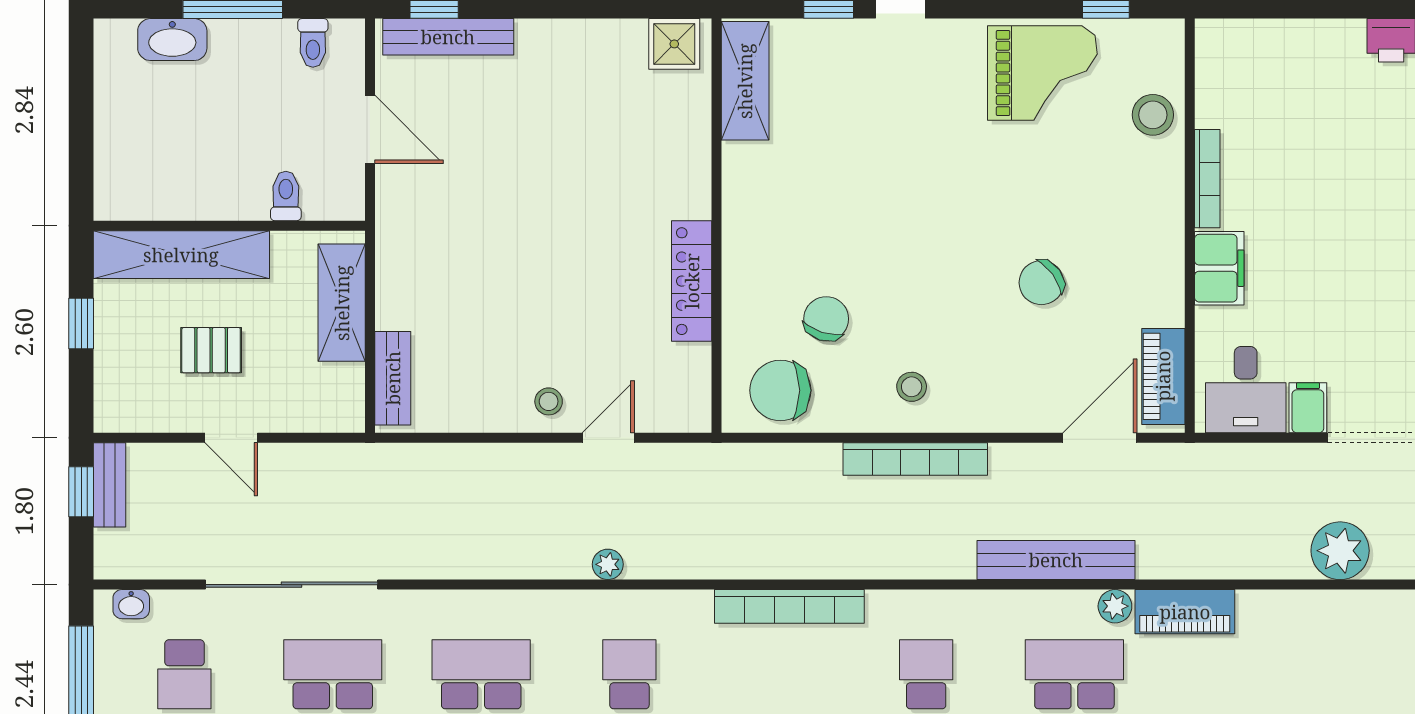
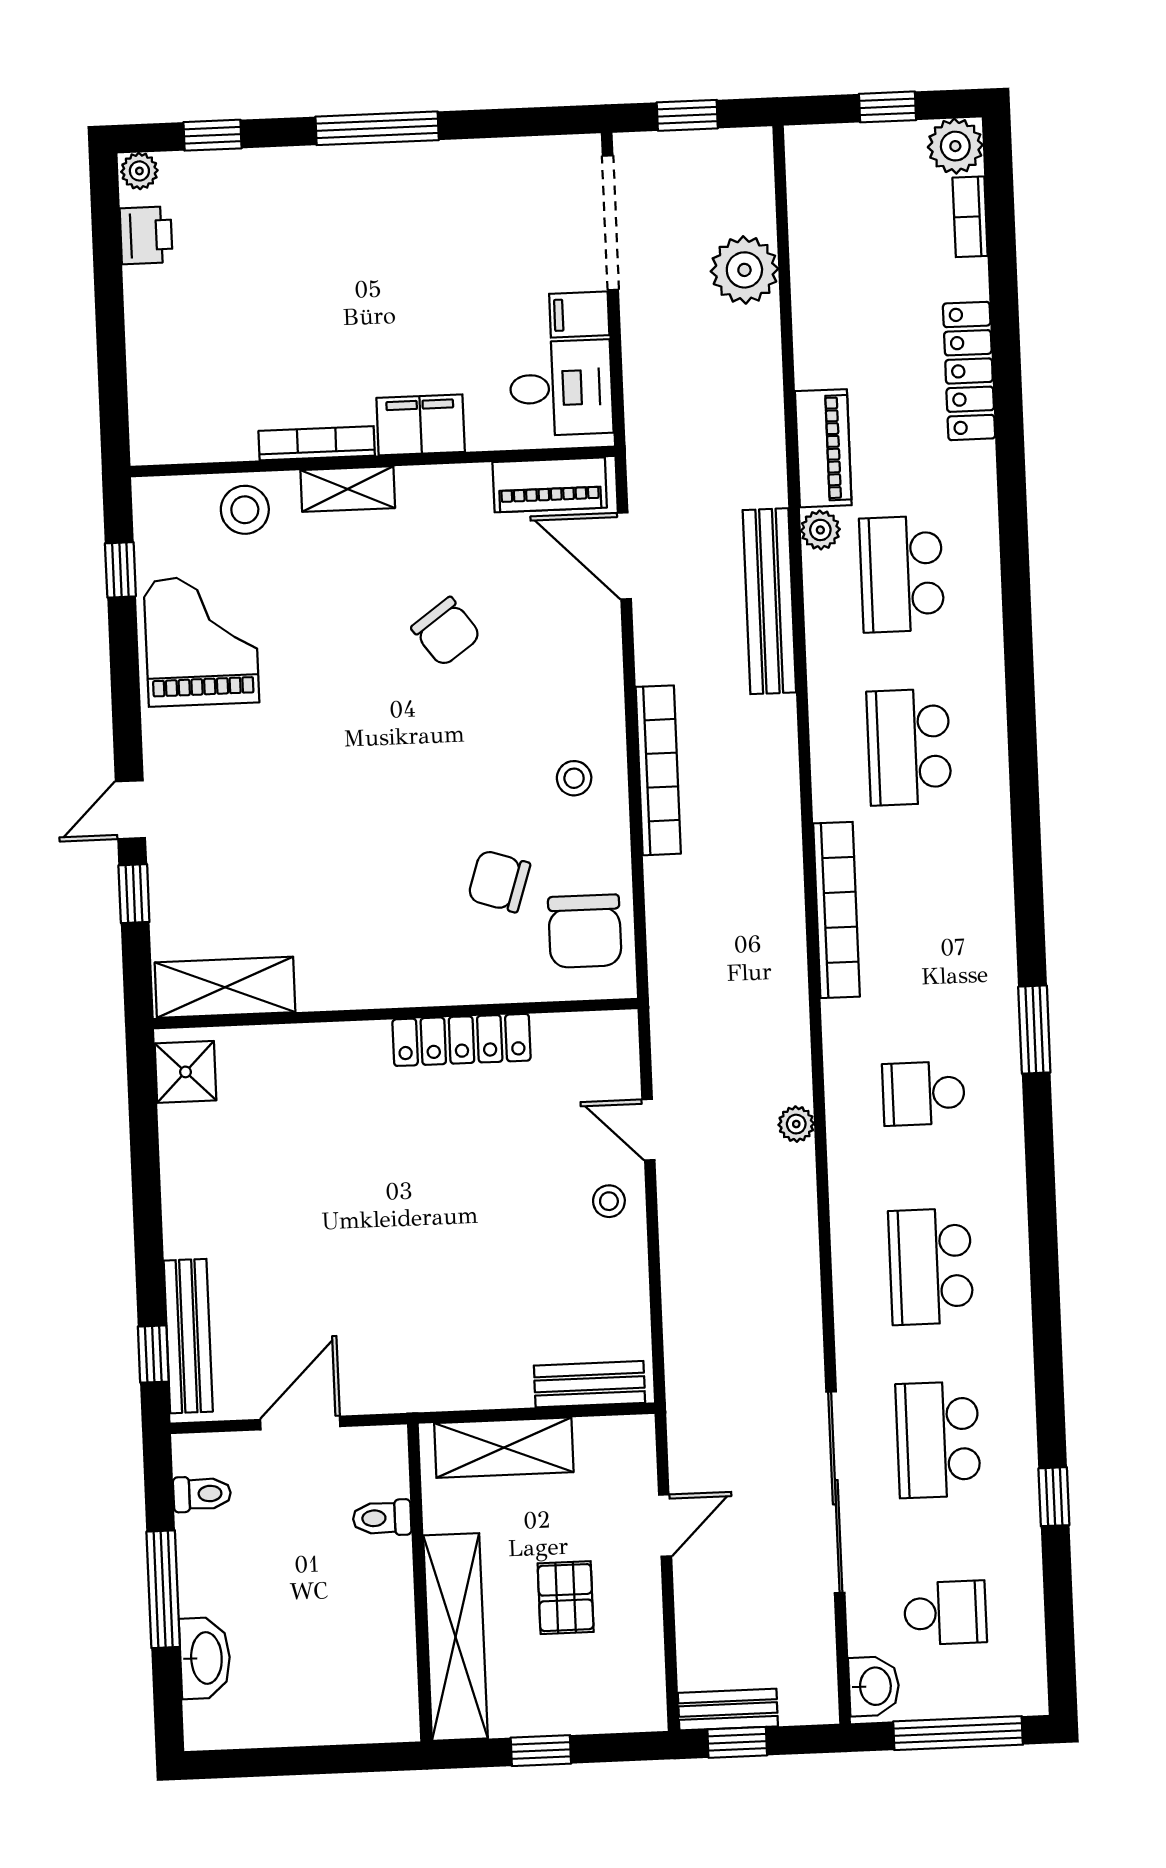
shelving: (1167, 204) -> (348, 489), added
door: (231, 438) -> (665, 1525), moved
washbasin: (131, 604) -> (874, 1686), width x1.38, depth x1.45
school desk: (926, 674) -> (909, 747), width x1.85

